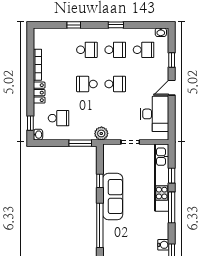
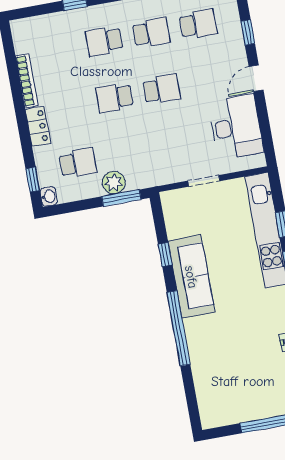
school desk: (87, 50) -> (104, 41), turned 180
plant: (101, 133) -> (114, 183), moved

